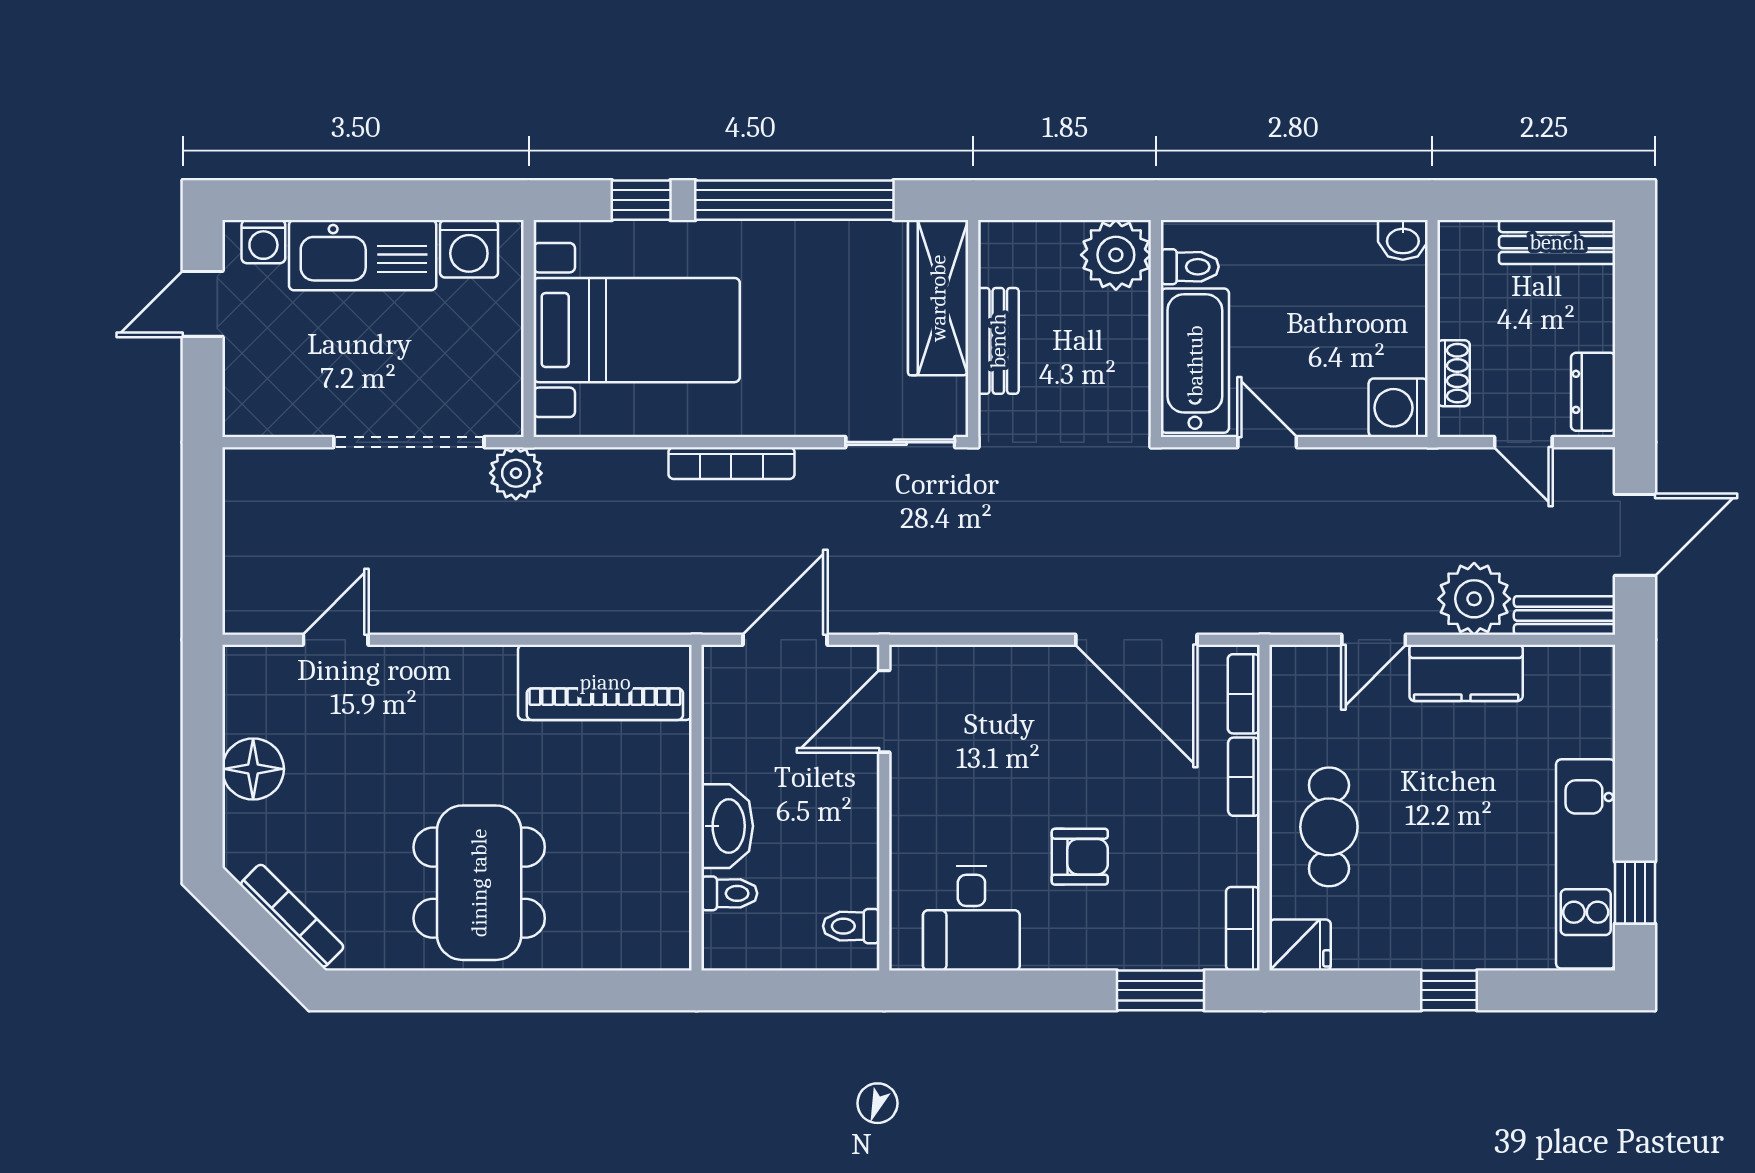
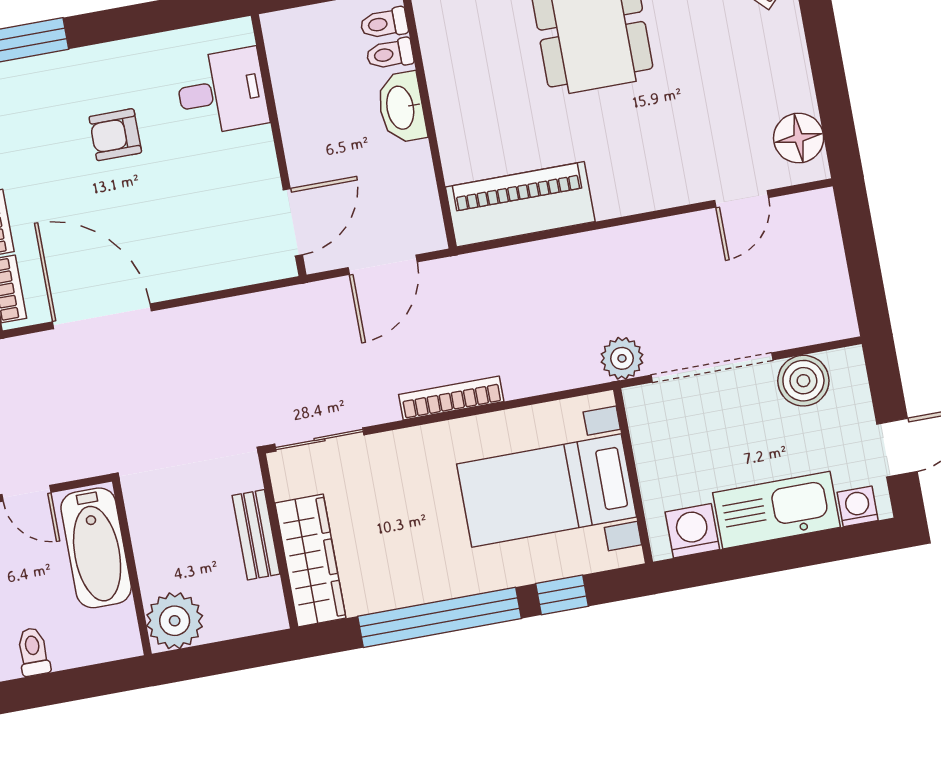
toilet: (1190, 267) -> (33, 652), moved, turned 90
boiler: (301, 406) -> (803, 381), added
floor lamp: (253, 769) -> (799, 138), moved
desk: (971, 919) -> (222, 92), moved, turned 90
toilet: (851, 926) -> (384, 23), moved, turned 180

